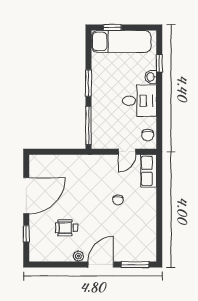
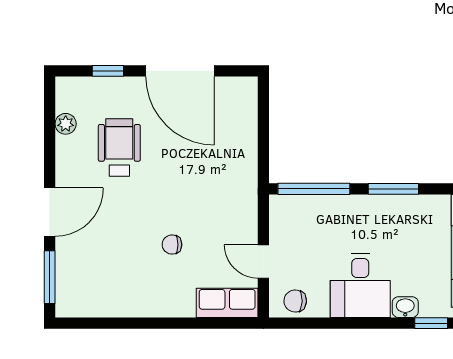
wheelchair: (67, 228) -> (119, 148), width x1.36, depth x1.37
plant: (78, 256) -> (66, 124), moved
door: (101, 264) -> (50, 212), hinge flipped

